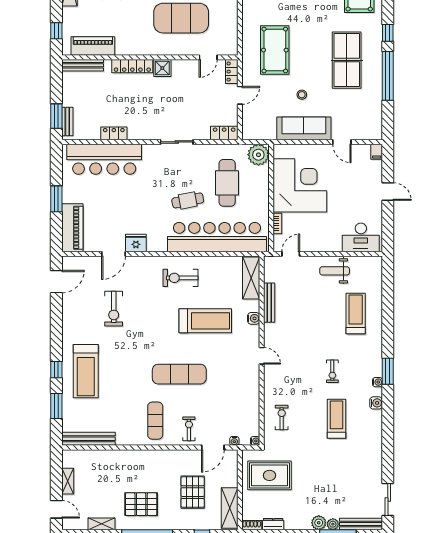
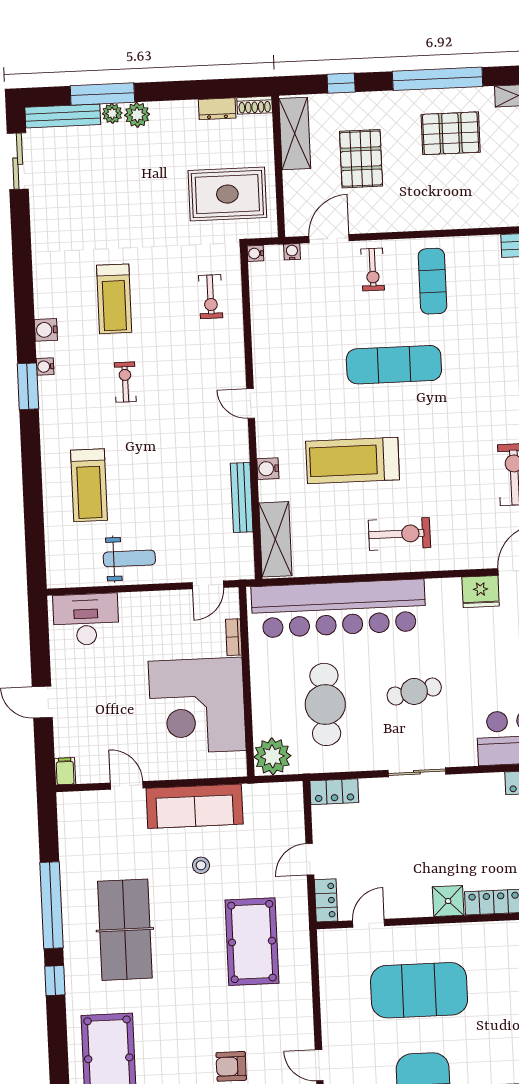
cafe table: (188, 200) -> (414, 691), moved

